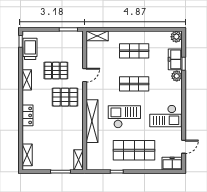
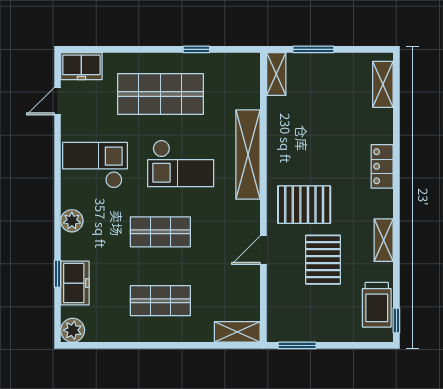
pallet: (56, 71) -> (323, 260), turned 90
plant: (177, 76) -> (72, 221), moved

